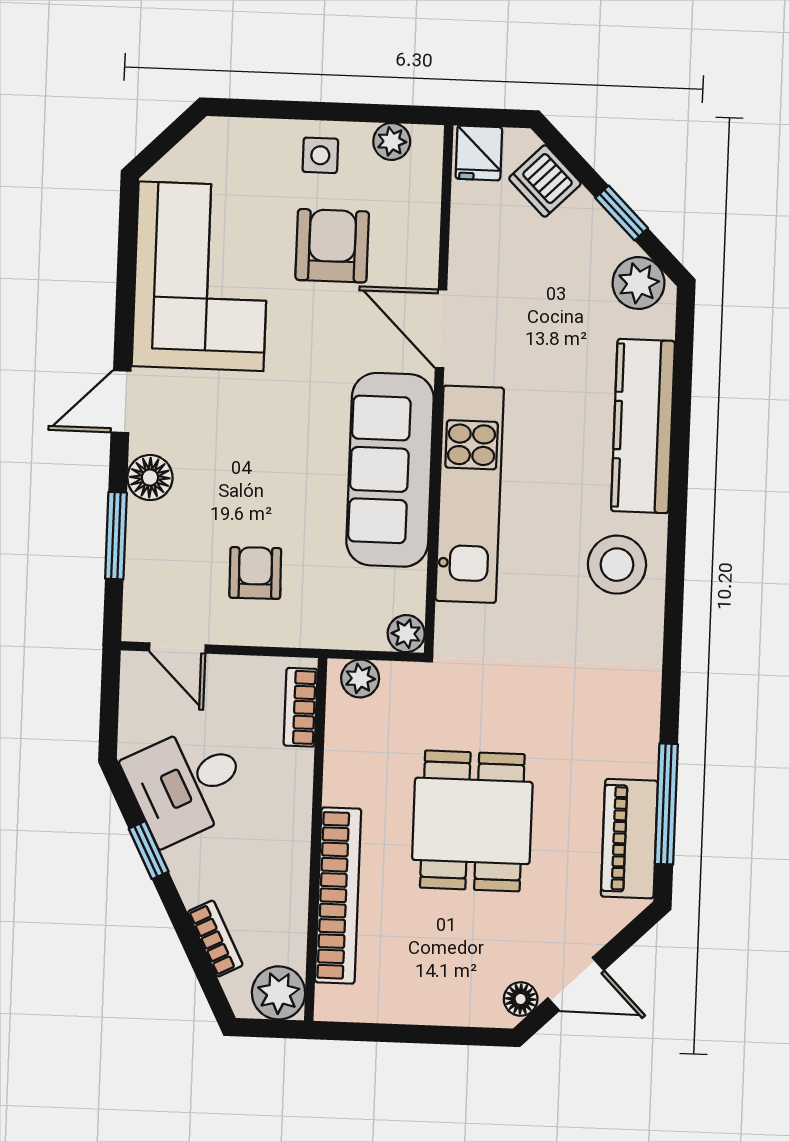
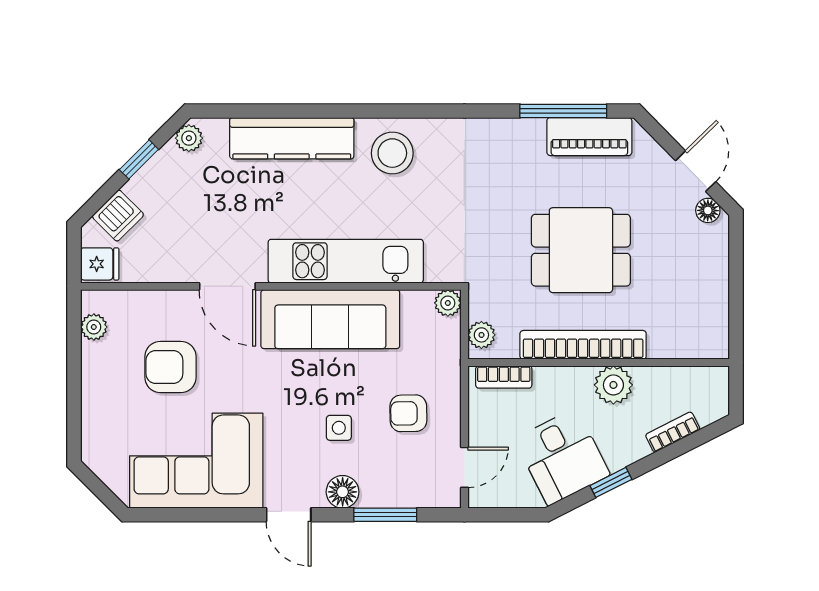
side table: (320, 155) -> (339, 428), moved
plant: (639, 283) -> (189, 138), width x0.73, depth x0.73
door: (441, 329) -> (227, 286), hinge flipped
bookcase: (338, 895) -> (583, 345), moved
plant: (279, 993) -> (613, 385), moved

